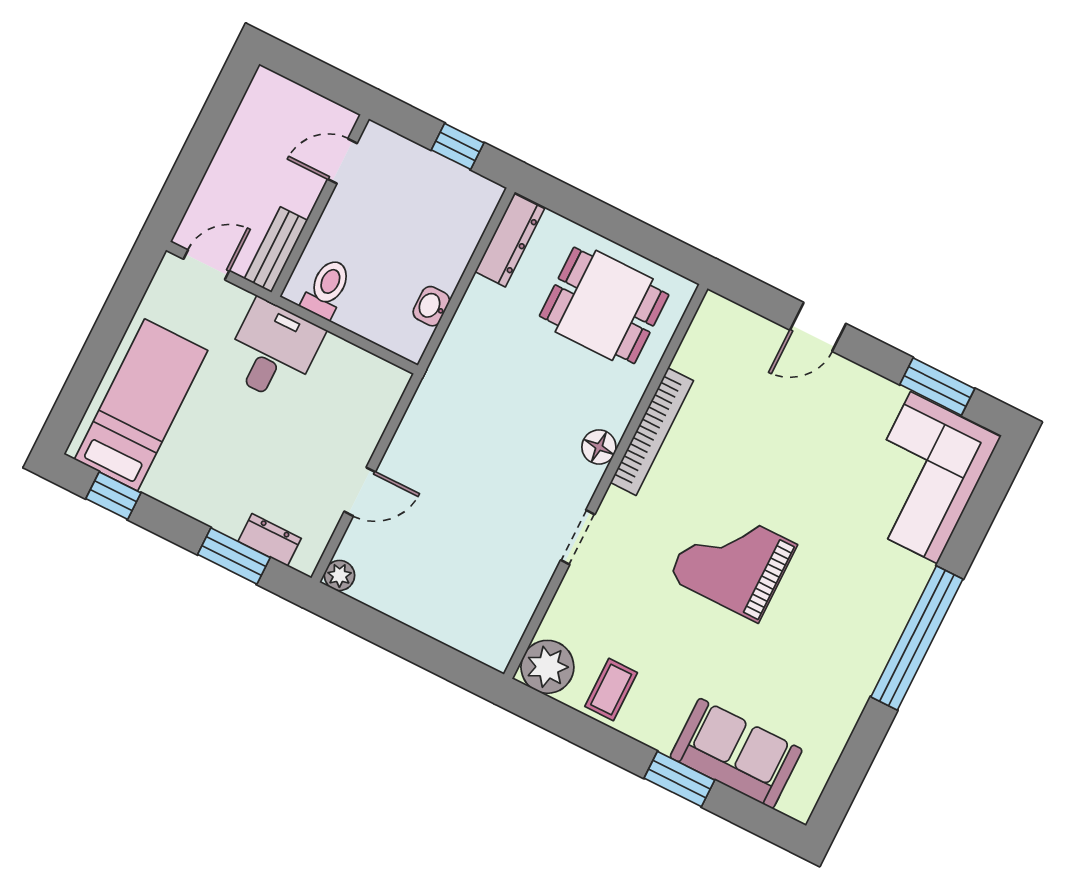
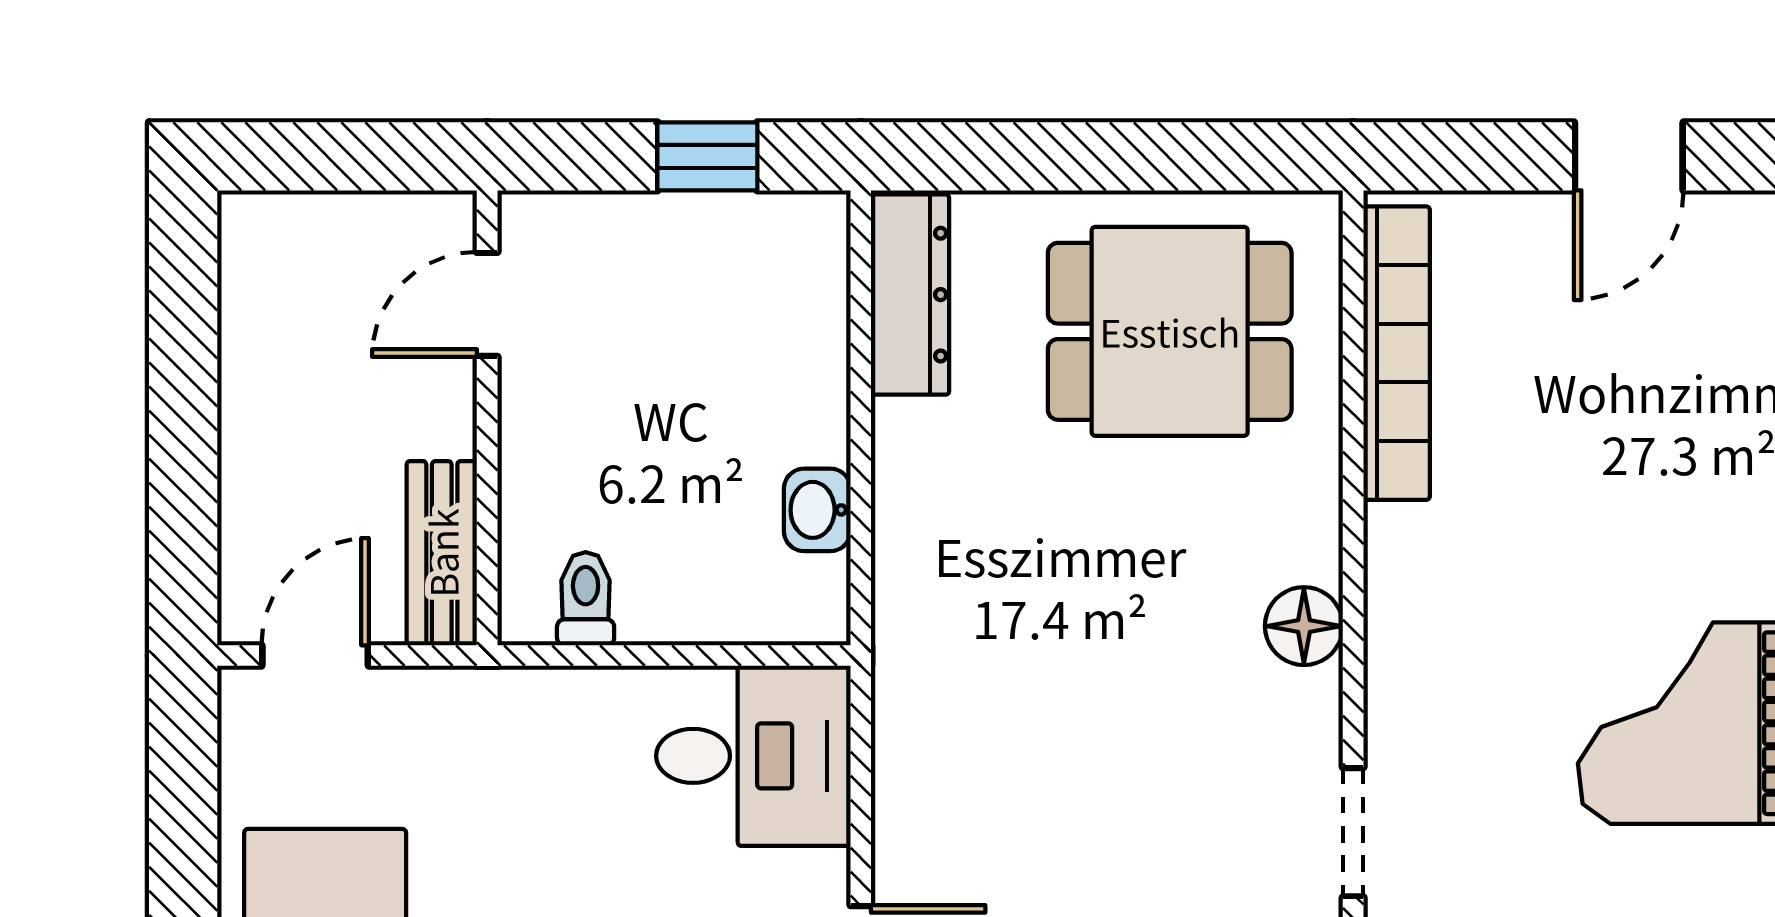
toilet: (327, 289) -> (586, 599), width x0.73, depth x0.72
desk: (273, 351) -> (753, 756), moved, turned 90
bookcase: (652, 432) -> (1397, 353), moved

